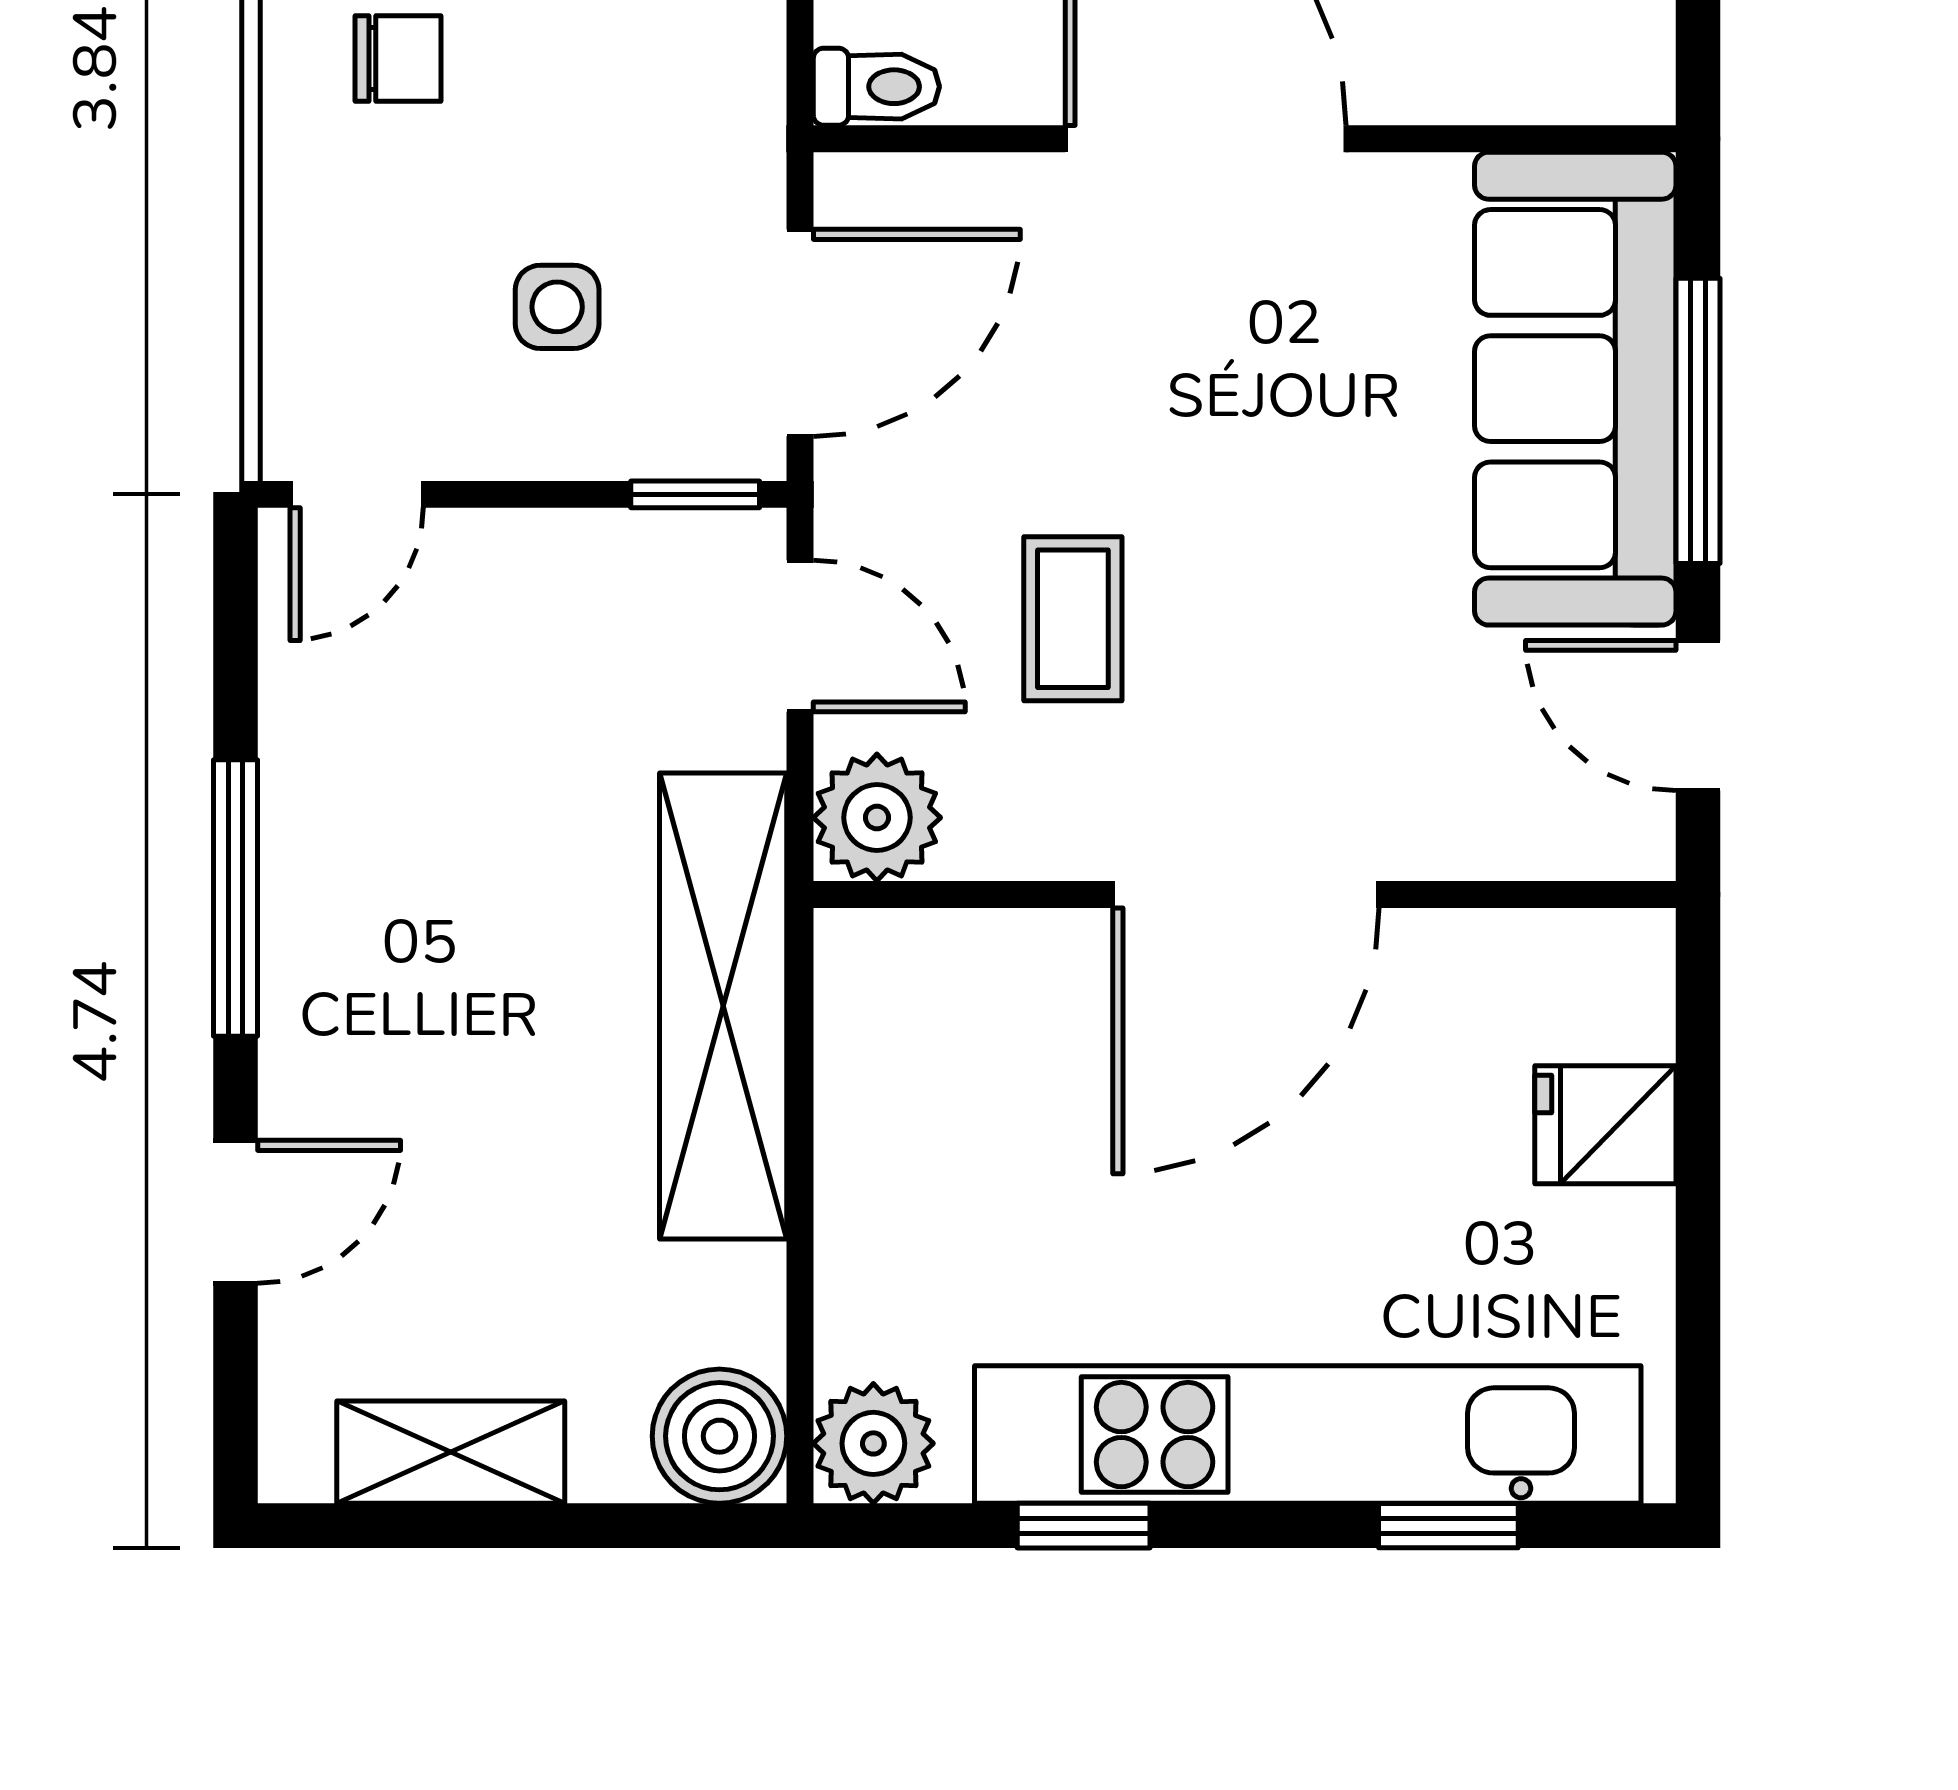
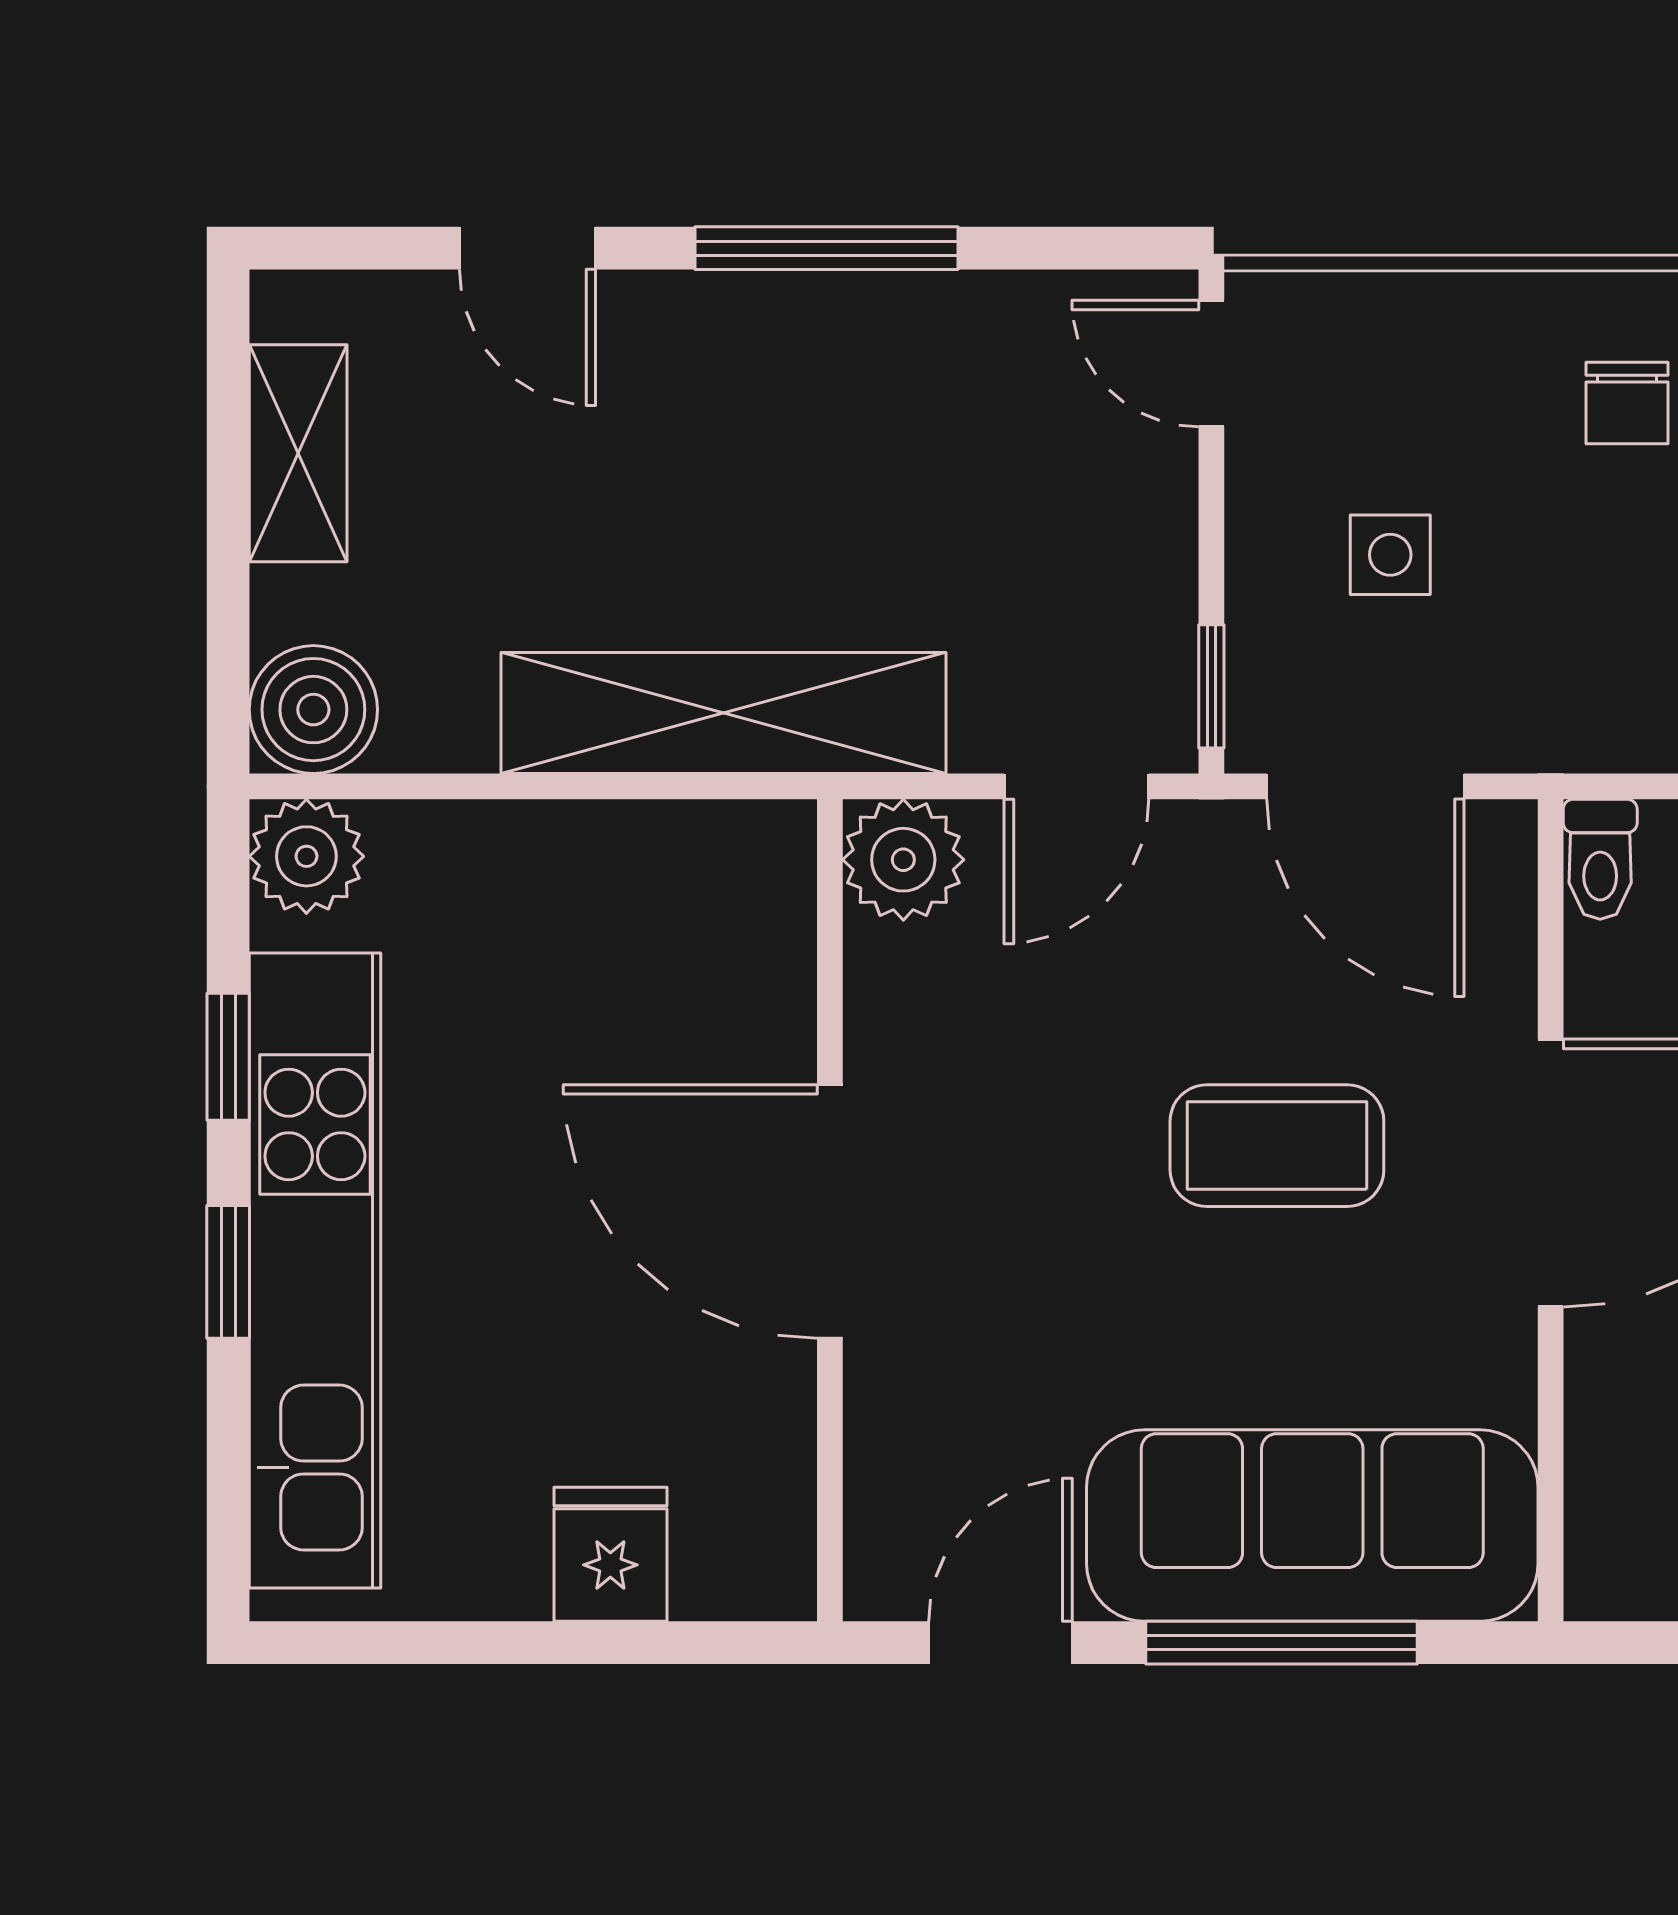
coffee table: (1073, 619) -> (1277, 1146), moved, width x1.36, depth x1.30
window: (1448, 1526) -> (228, 1272), moved

